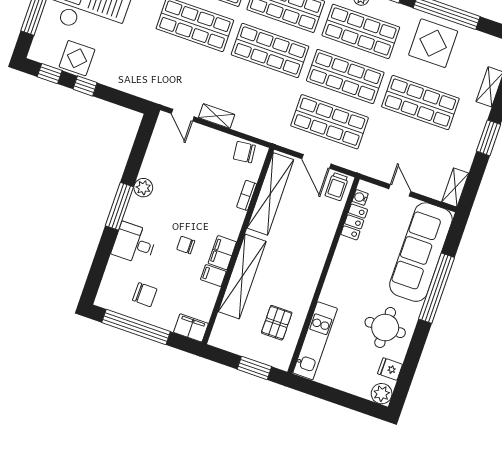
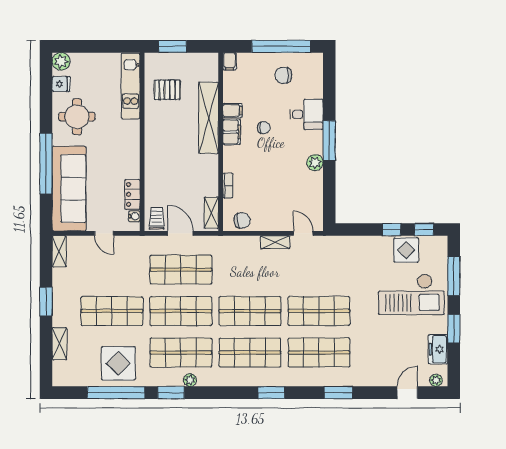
shelving: (270, 194) -> (211, 213), width x0.45, depth x0.75
pallet: (277, 323) -> (167, 90), turned 90
filing cabinet: (191, 328) -> (230, 61), width x0.50

